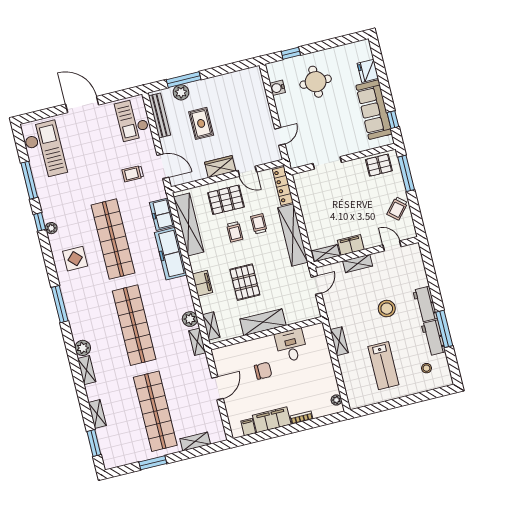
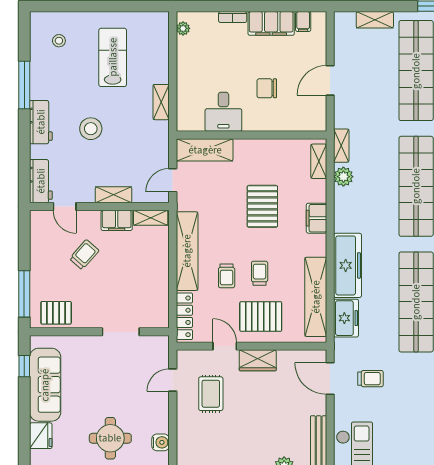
rug: (201, 123) -> (211, 394), moved
trolley: (397, 208) -> (84, 255), moved
shelving: (263, 322) -> (205, 150), moved
workbench: (433, 338) -> (41, 181), moved

